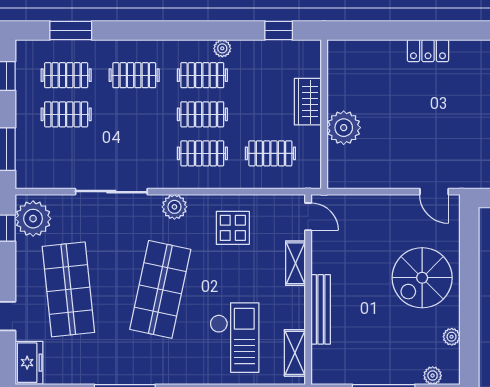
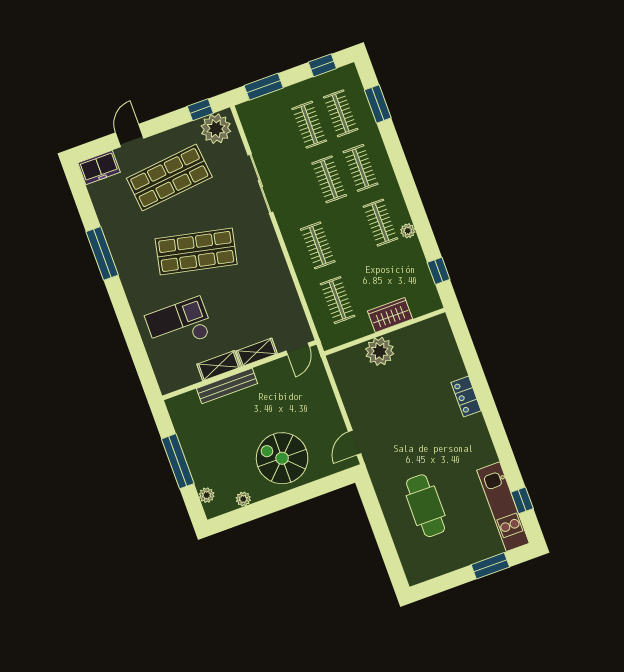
clothes rail: (202, 114) -> (329, 179), moved
plant: (174, 207) -> (267, 239), removed
display table: (233, 228) -> (267, 292), removed
checkout: (234, 338) -> (179, 325), turned 180
shelving: (295, 353) -> (219, 366), moved

